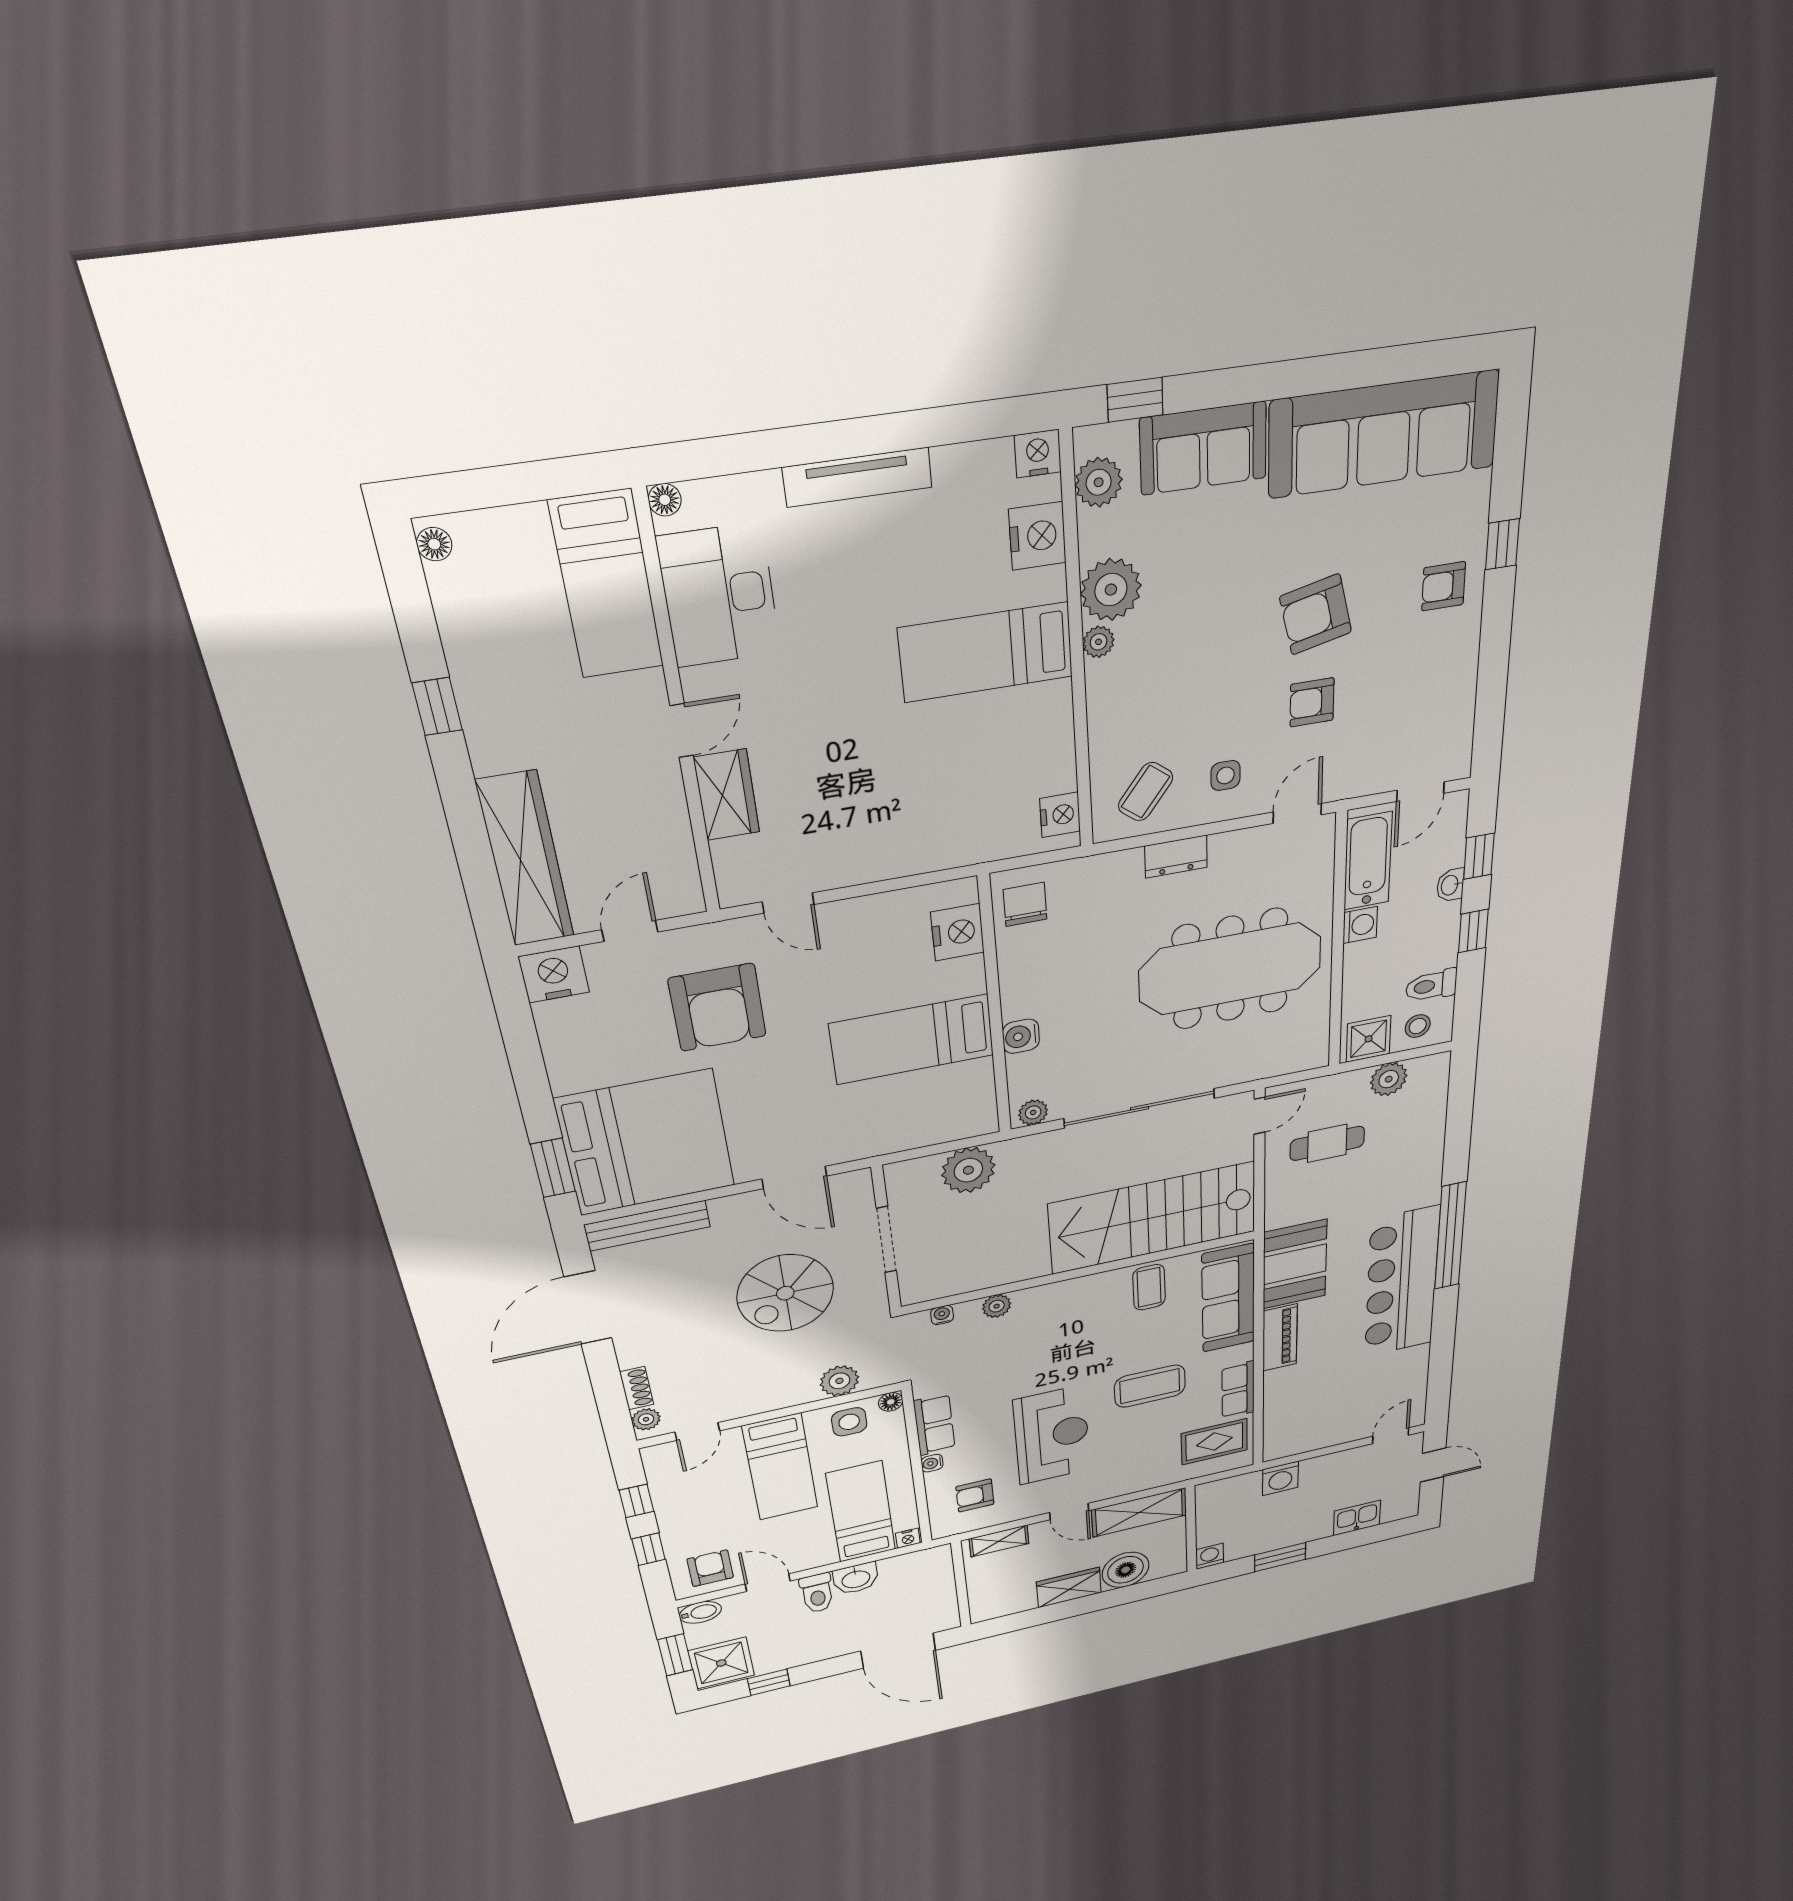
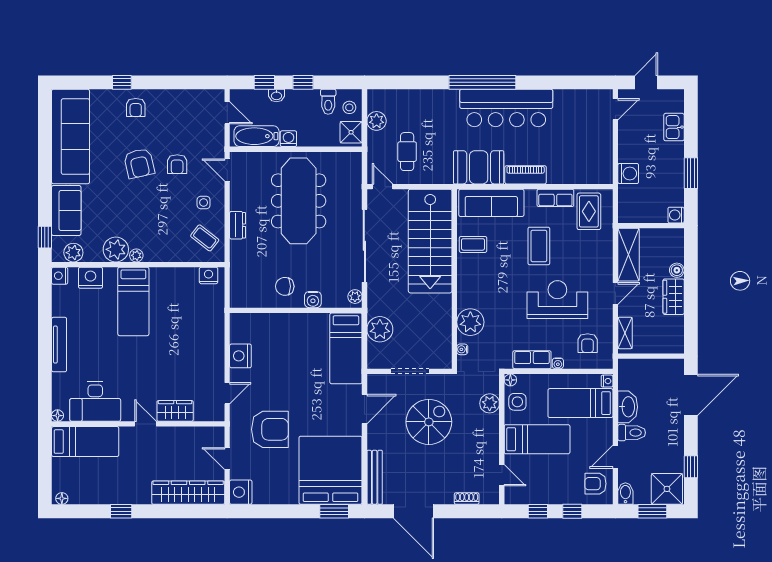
chair: (1025, 904) -> (285, 286), moved
nightstand: (958, 932) -> (240, 356), moved, turned -90
bed: (912, 1039) -> (346, 348), moved
spiral stairs: (785, 1293) -> (429, 422), turned -90
plant: (997, 1306) -> (470, 322), width x1.88, depth x1.88
plant: (646, 1419) -> (487, 498), removed
door: (1391, 1436) -> (615, 109), swing flipped
boiler: (1126, 1570) -> (677, 270), width x0.54, depth x0.54
washbasin: (856, 1579) -> (628, 407), width x1.38

